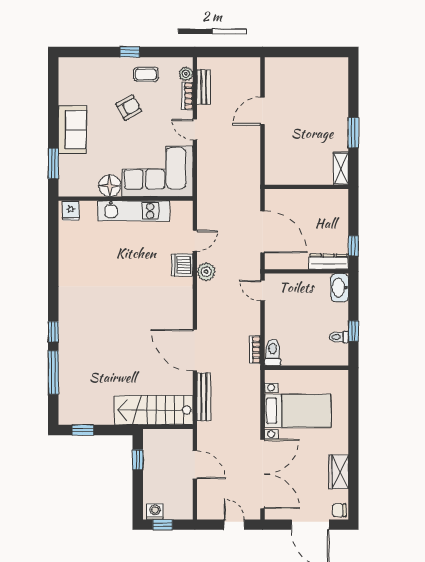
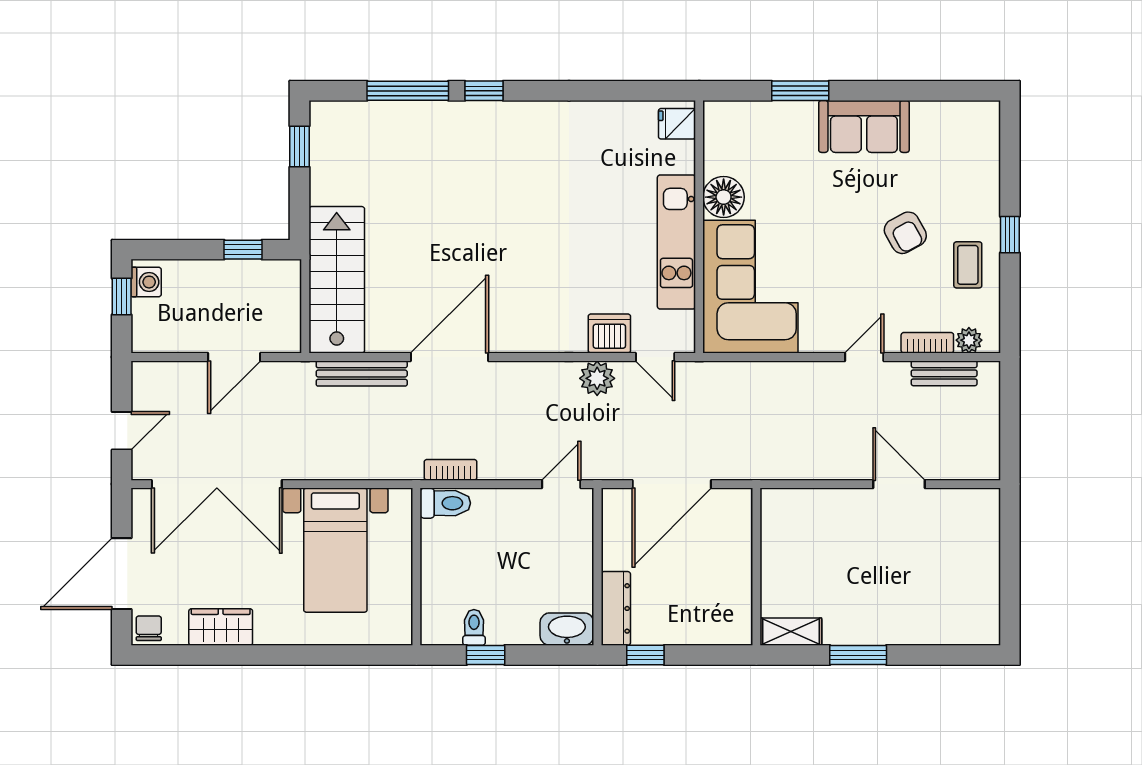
corner sofa: (157, 171) -> (750, 287), moved
floor lamp: (110, 186) -> (724, 197), moved
wall: (126, 199) -> (699, 227), moved
fridge: (71, 211) -> (677, 124), moved
kitchen unit: (134, 211) -> (676, 242), moved

